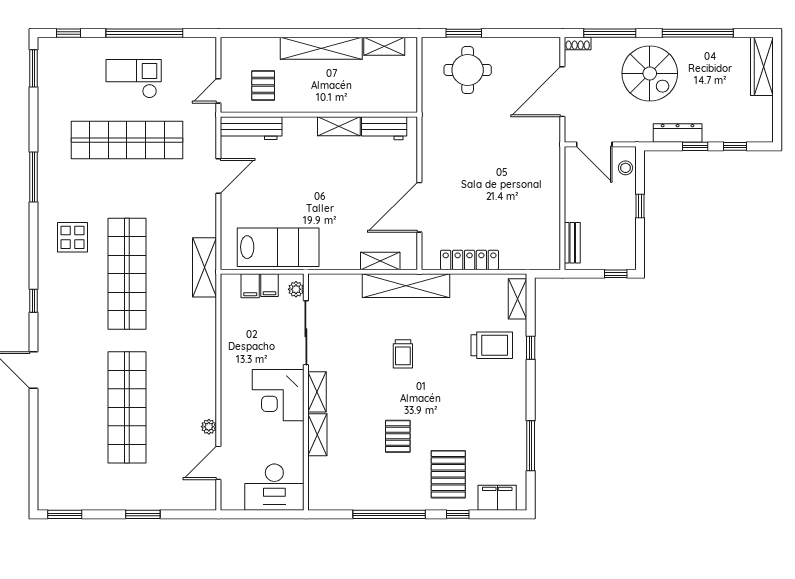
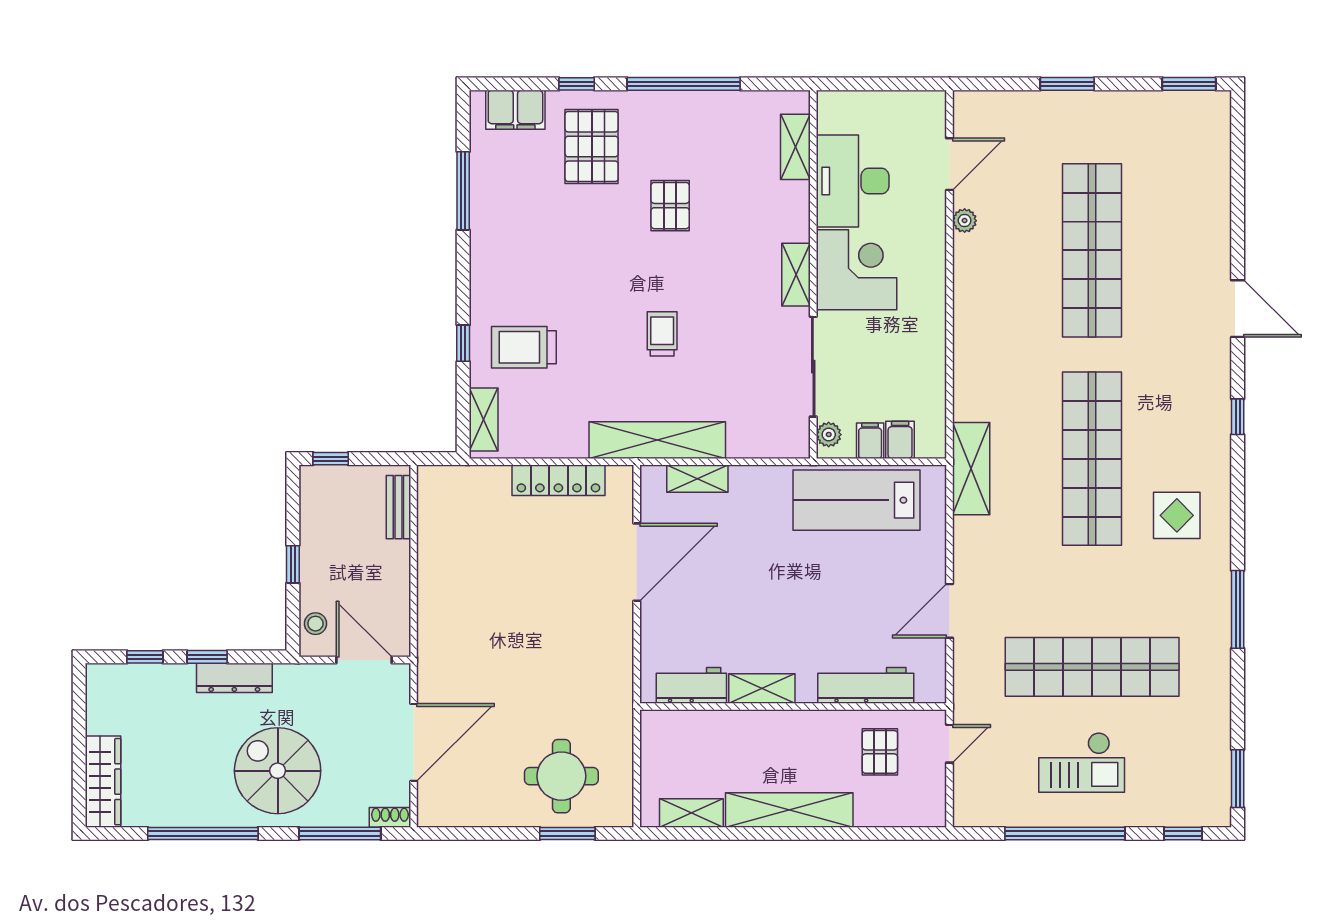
workbench: (251, 128) -> (866, 685), moved
shelving: (317, 435) -> (795, 147), moved
desk: (274, 487) -> (853, 181), moved, turned -90

